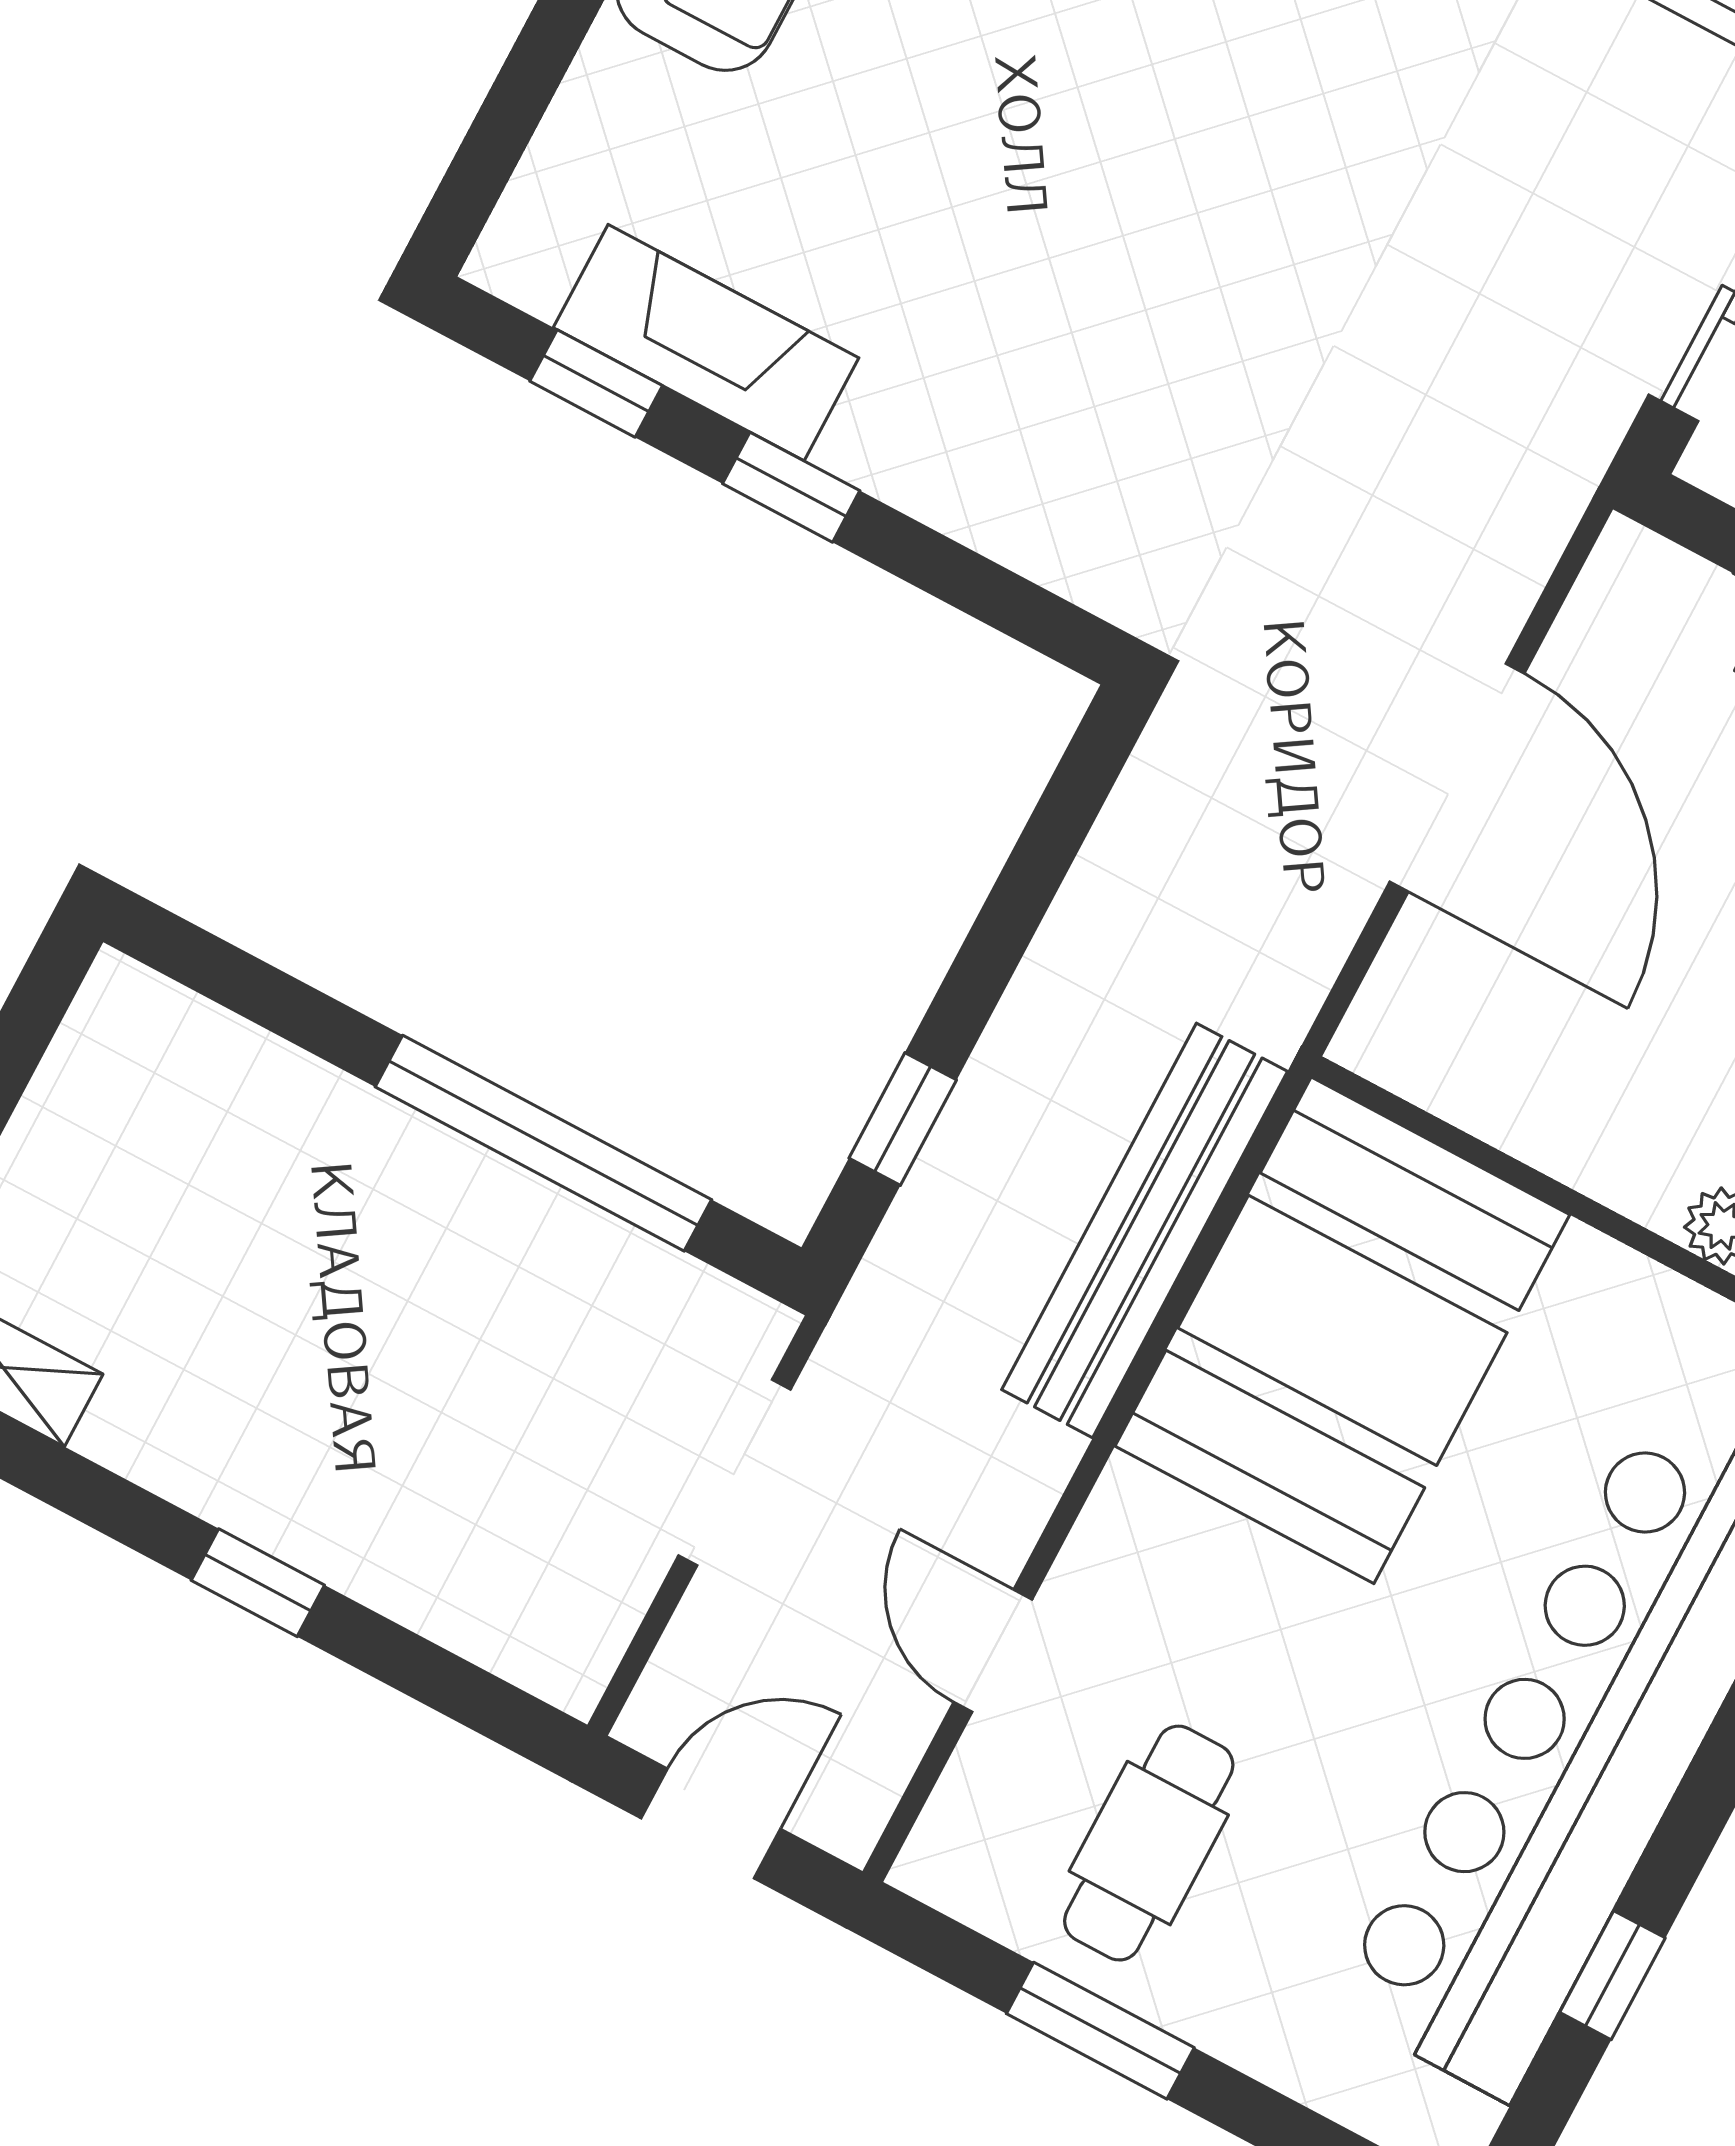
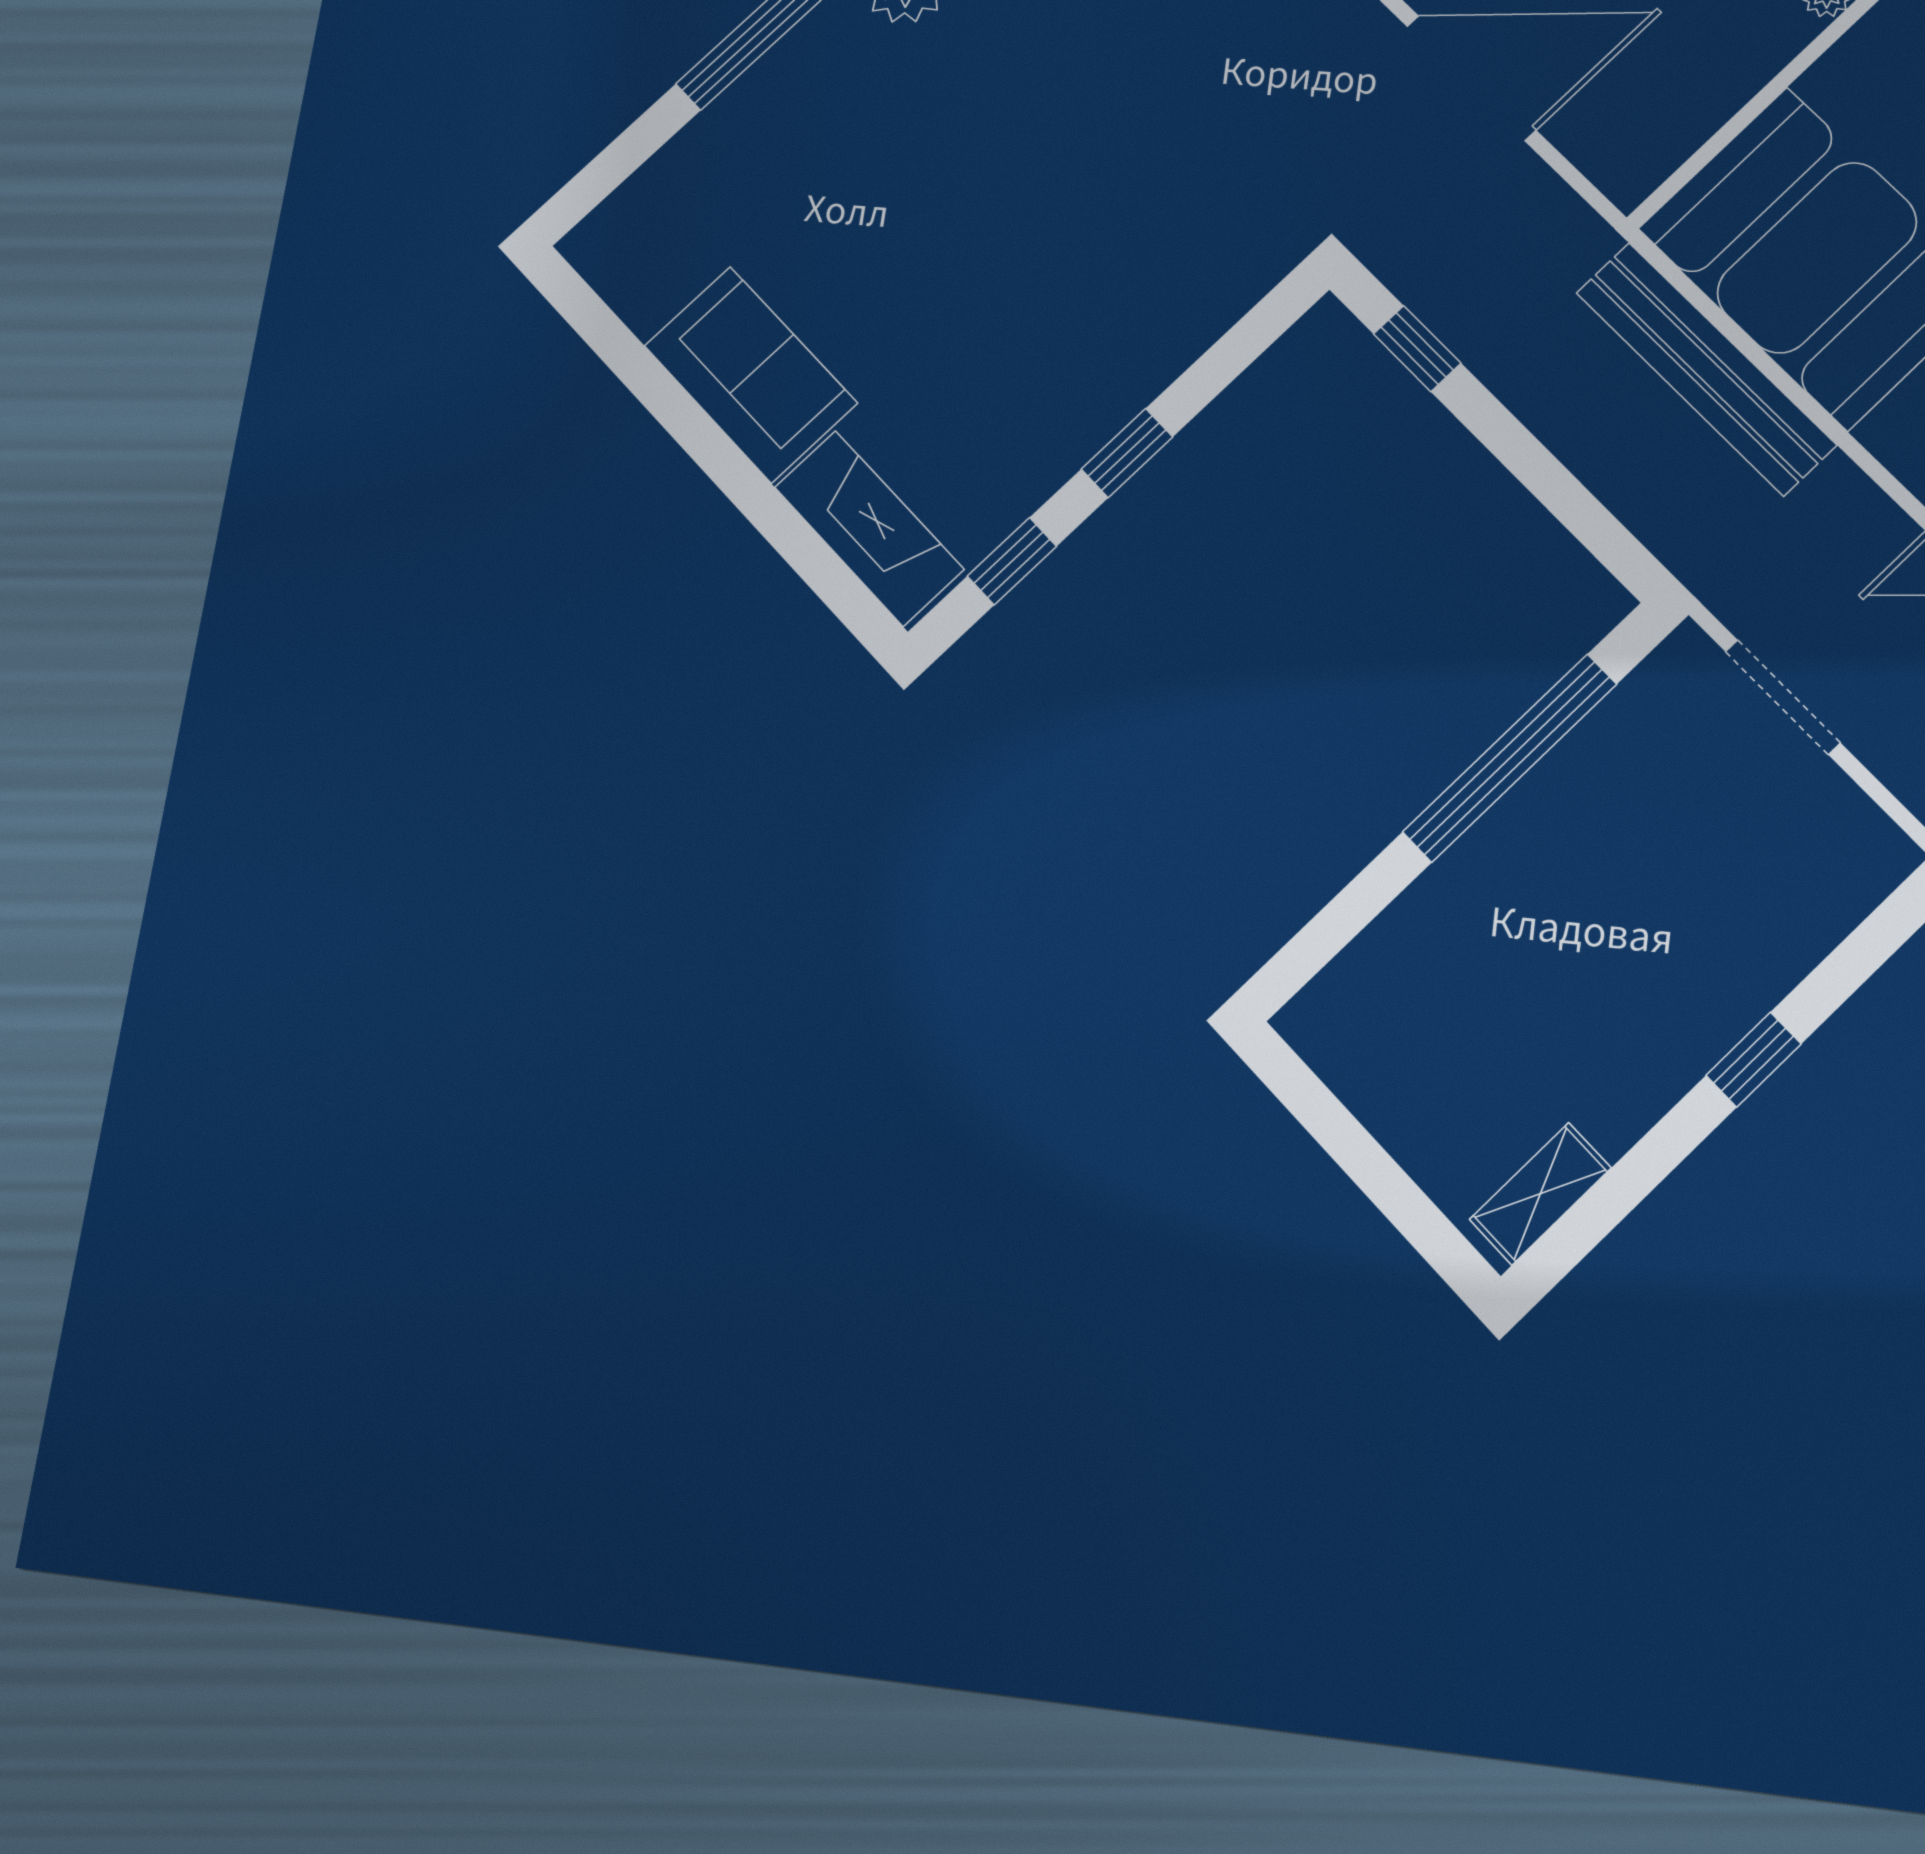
fireplace: (706, 343) -> (869, 528), moved, turned 90
window: (903, 1119) -> (1417, 349), moved

